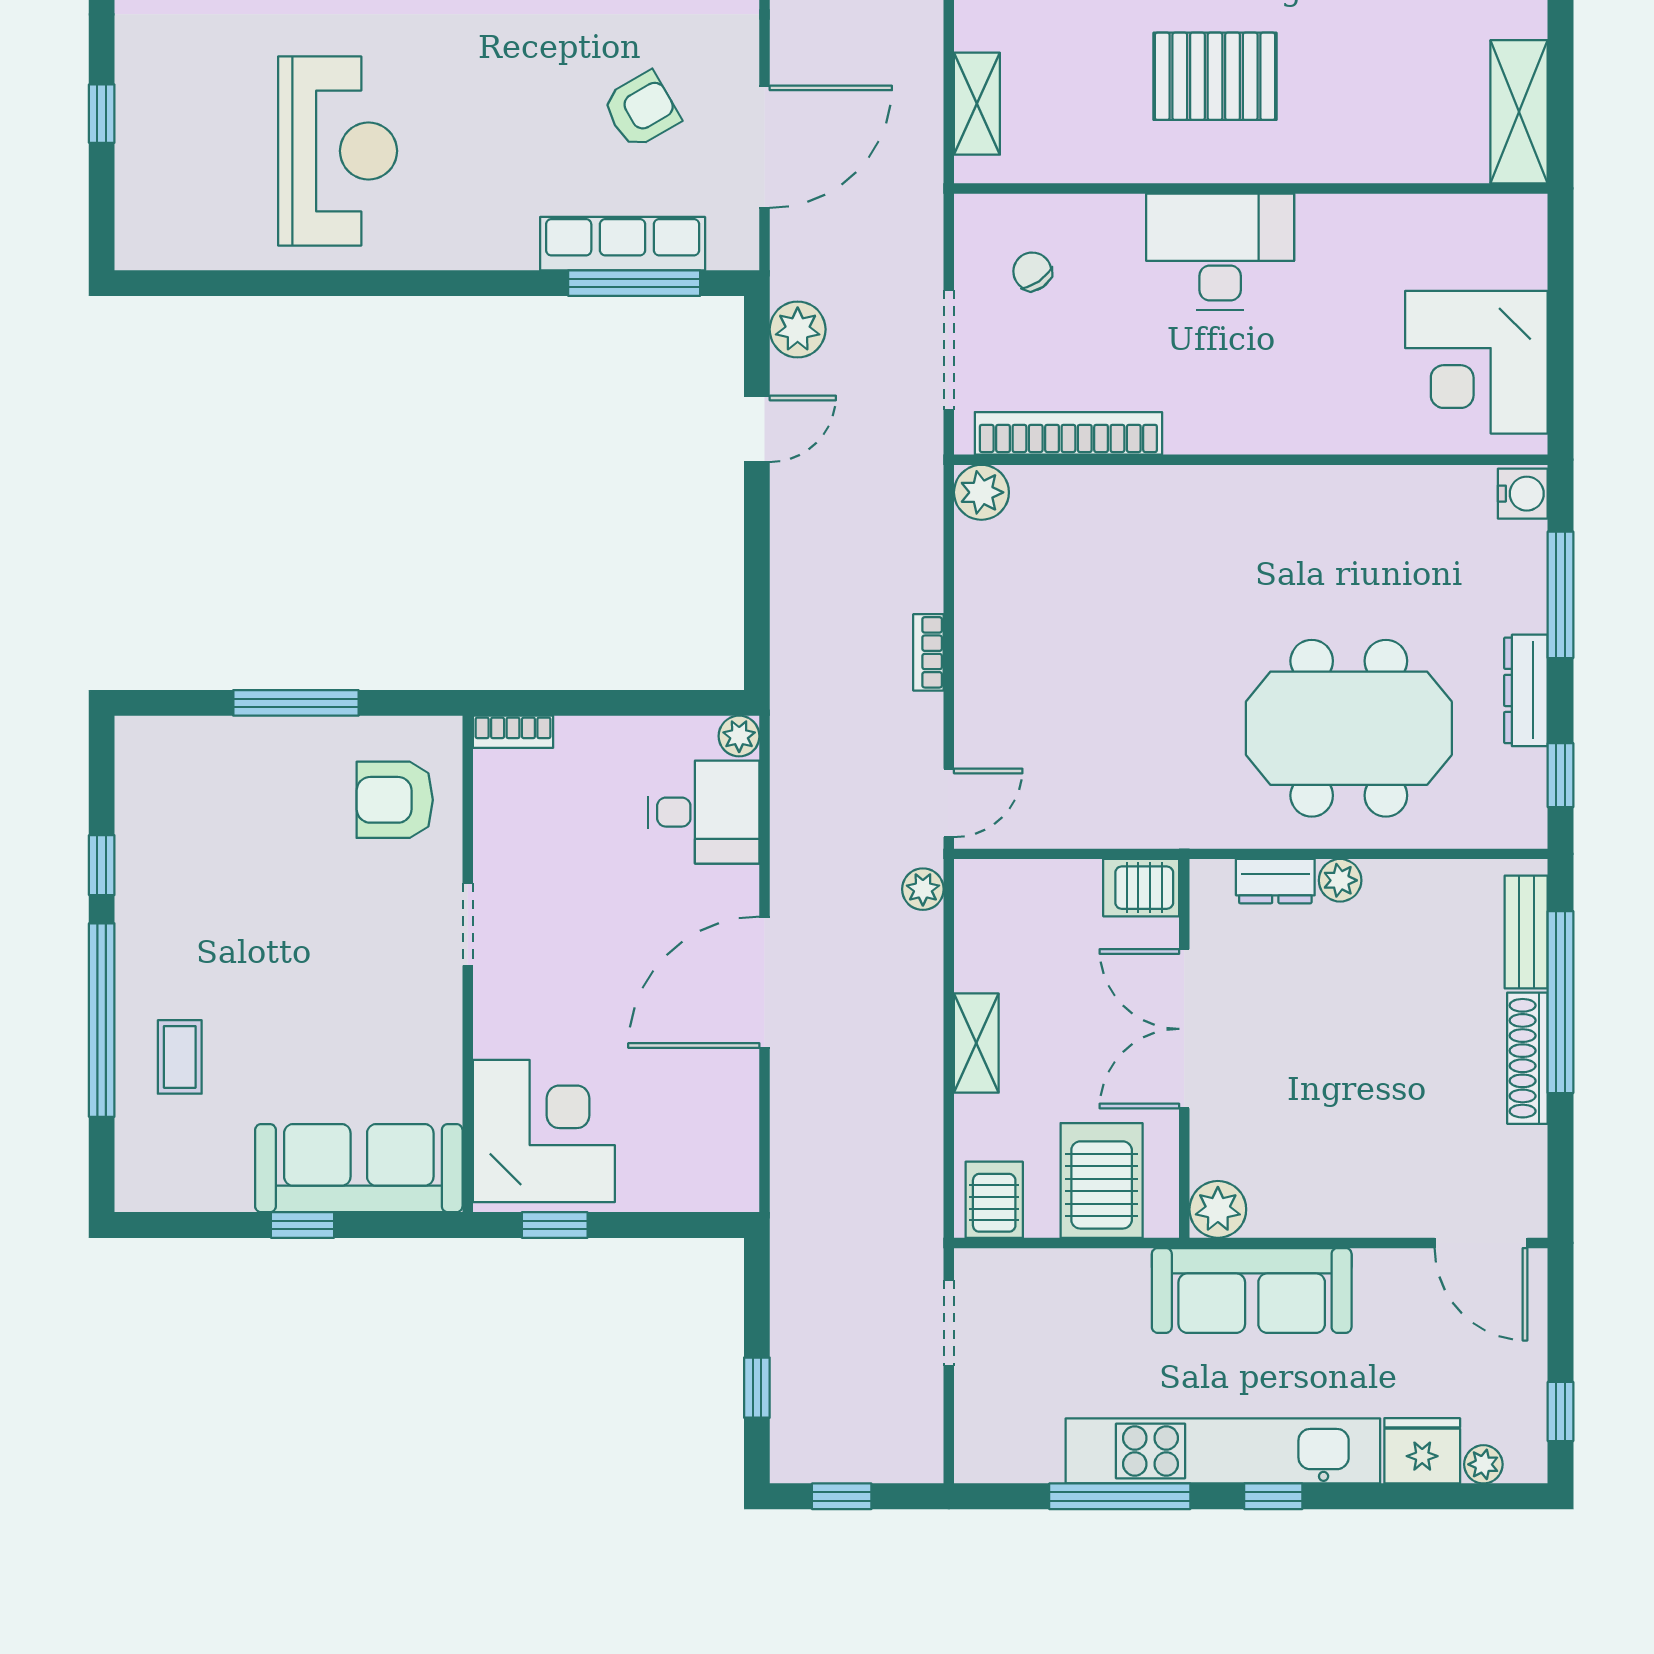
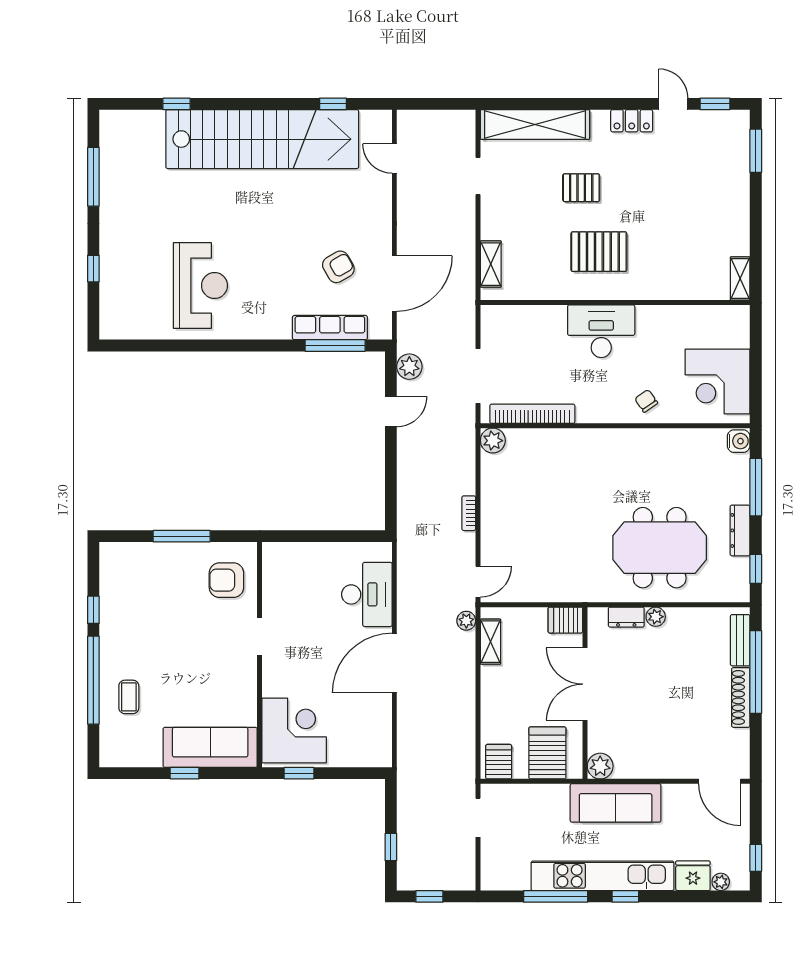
shelving: (1519, 112) -> (740, 279), width x0.67, depth x0.75
chair: (1032, 271) -> (646, 401), moved
bookcase: (513, 732) -> (280, 549), removed
plant: (739, 736) -> (383, 551), removed
desk: (704, 812) -> (367, 594), width x1.37
shelving: (976, 1043) -> (490, 642), moved

